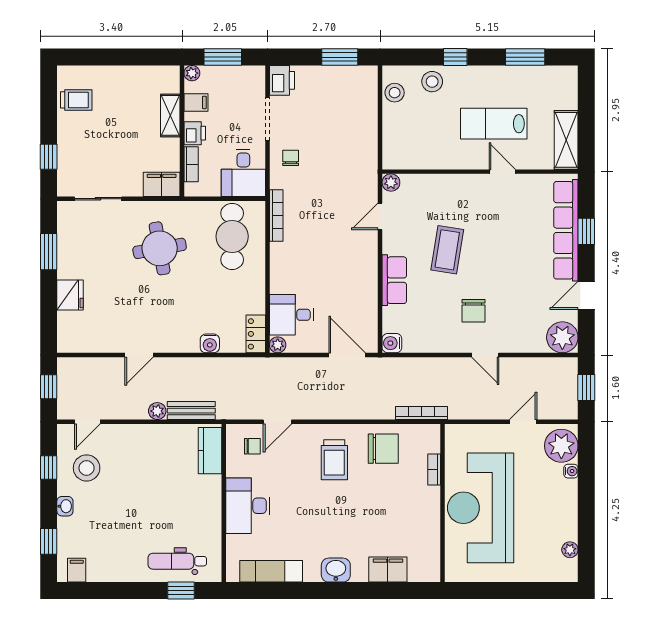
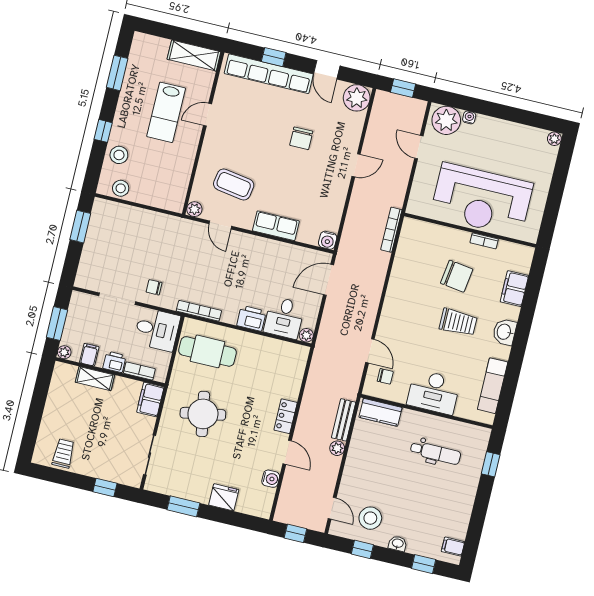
printer: (282, 80) -> (251, 318), moved
coffee table: (447, 250) -> (234, 184), moved
chair: (473, 311) -> (301, 138), moved, turned 90
locker: (256, 334) -> (286, 416), moved, turned 90
water cooler: (210, 343) -> (271, 479), moved
chair: (252, 446) -> (385, 376), turned 90
chair: (383, 449) -> (457, 276), moved, turned 98
trolley: (334, 460) -> (458, 322), moved
bookcase: (434, 469) -> (484, 241), moved
plant: (570, 550) -> (554, 139), moved
dental chair: (177, 561) -> (435, 453), moved, turned -90

